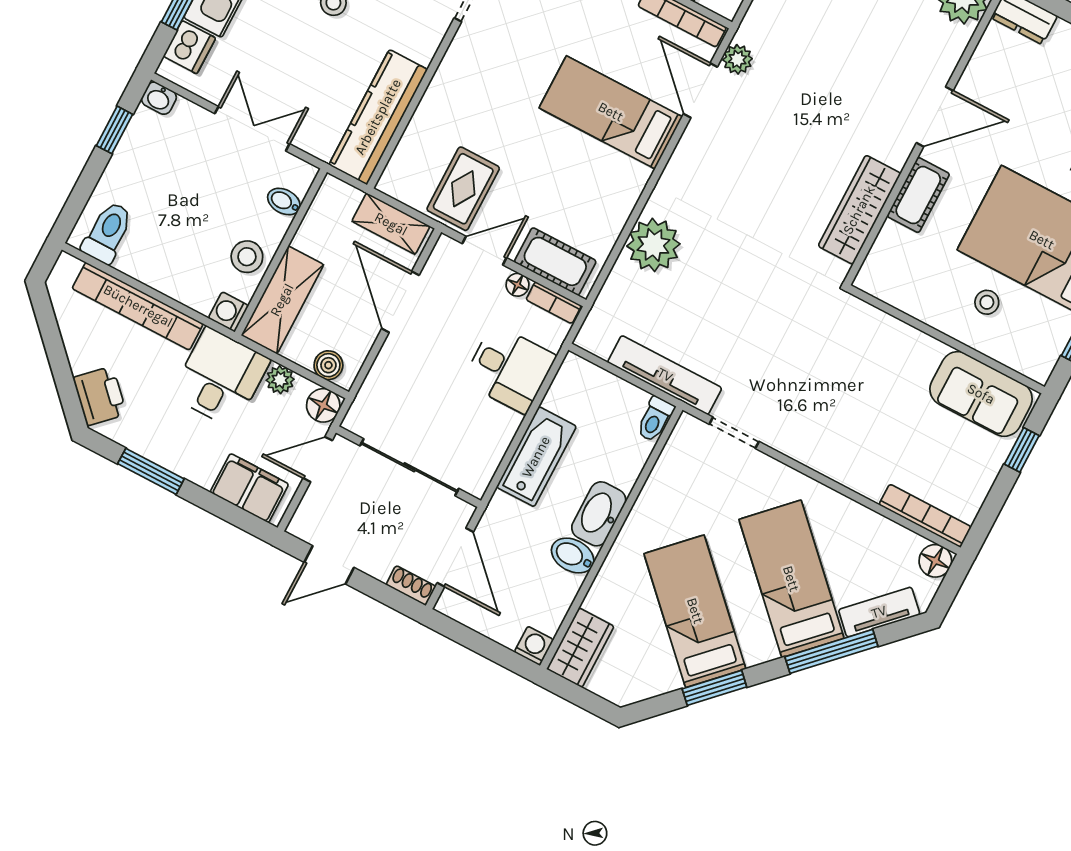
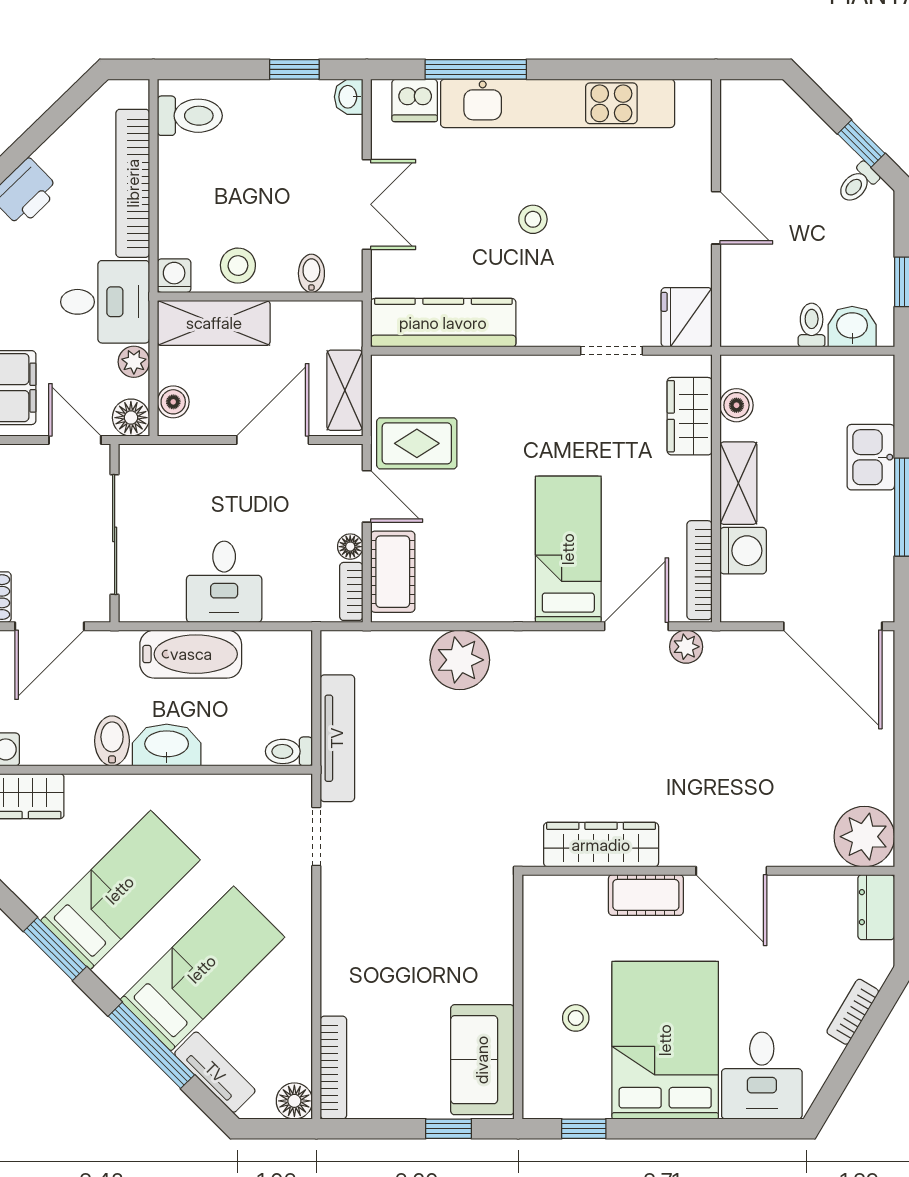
desk: (509, 369) -> (224, 582), moved

